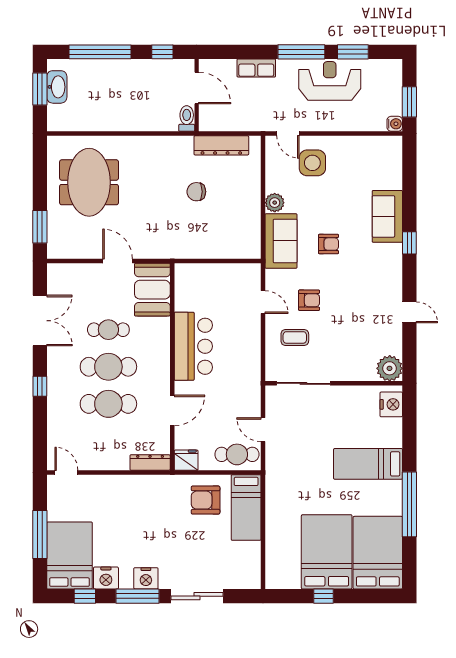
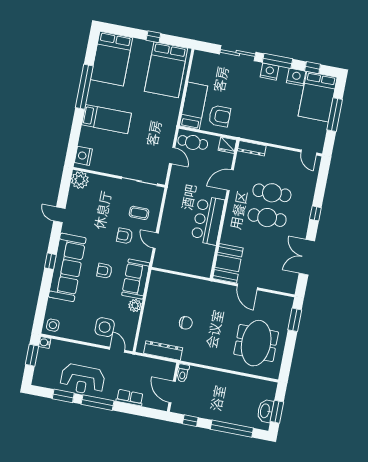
side table: (388, 151) -> (53, 325), added
sofa: (387, 216) -> (67, 267), width x1.85, depth x1.27
cafe table: (108, 330) -> (262, 242), removed
bed: (327, 552) -> (166, 70), moved

